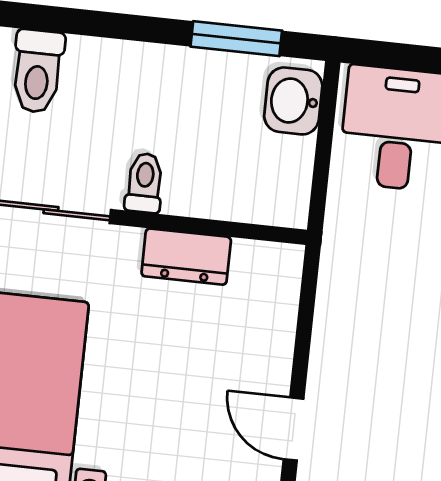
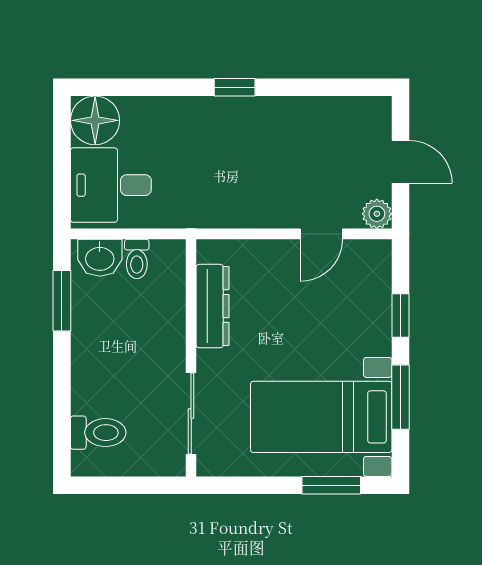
toilet: (144, 183) -> (137, 259), moved, turned -90
dresser: (186, 257) -> (213, 306), width x1.44

